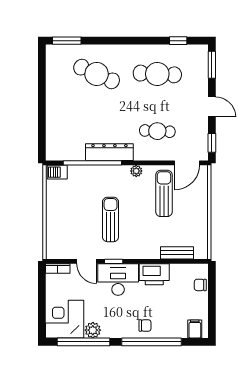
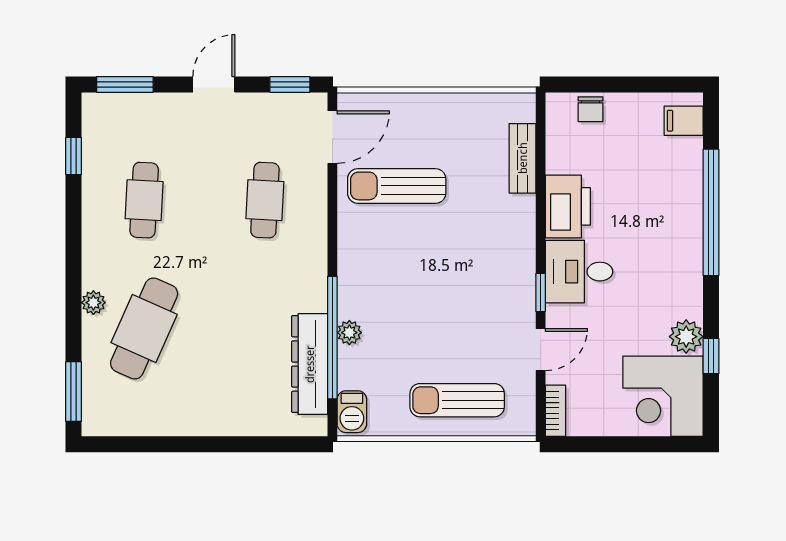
plant: (109, 50) -> (93, 303), added
cafe table: (157, 74) -> (144, 200), width x0.73, depth x0.74
dresser: (109, 152) -> (310, 364), moved
door: (187, 163) -> (332, 137), hinge flipped
plant: (136, 171) -> (349, 333), moved
sun lounger: (111, 219) -> (457, 400), moved
desk: (118, 280) -> (579, 272), width x0.73
chair: (145, 326) -> (676, 226), removed
window: (84, 342) -> (711, 356), width x0.32

